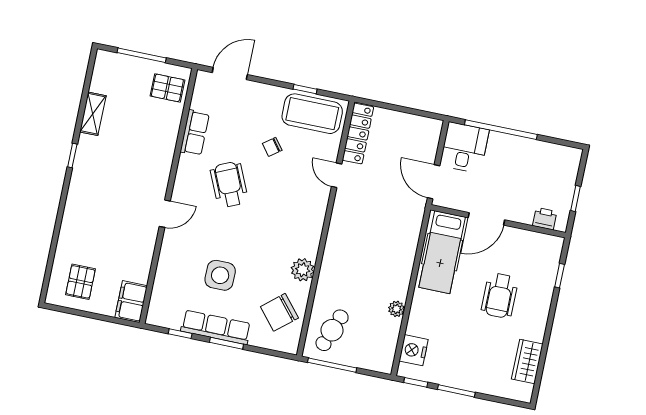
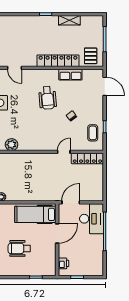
coffee table: (312, 114) -> (93, 133), width x0.54, depth x0.58
desk: (464, 148) -> (91, 219), width x1.37
locker: (164, 151) -> (58, 61), added
wheelchair: (229, 184) -> (48, 98), turned 109
door: (165, 214) -> (14, 68), moved
door: (486, 219) -> (57, 234), swing flipped

